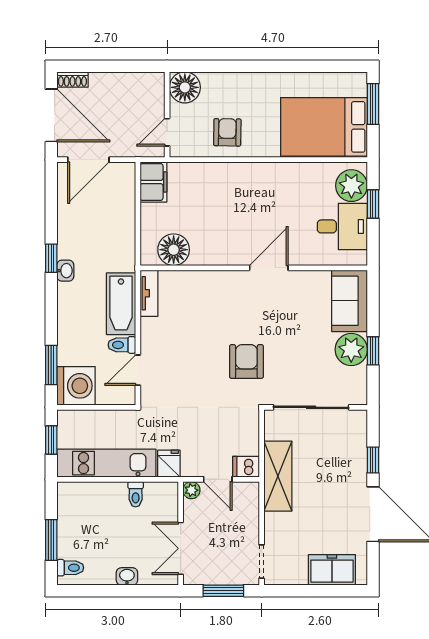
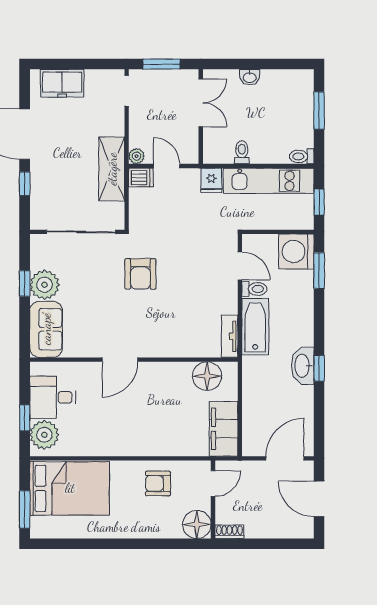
shoe rack: (72, 80) -> (229, 532), moved
door: (51, 115) -> (319, 499), width x0.73
armchair: (227, 132) -> (158, 483), turned 89
filing cabinet: (153, 182) -> (223, 429), width x1.50, depth x1.17
washbasin: (65, 271) -> (303, 366), width x1.91, depth x1.45
door: (138, 370) -> (240, 266), hinge flipped
plant: (191, 490) -> (136, 156), moved
toilet: (70, 568) -> (302, 156), moved

